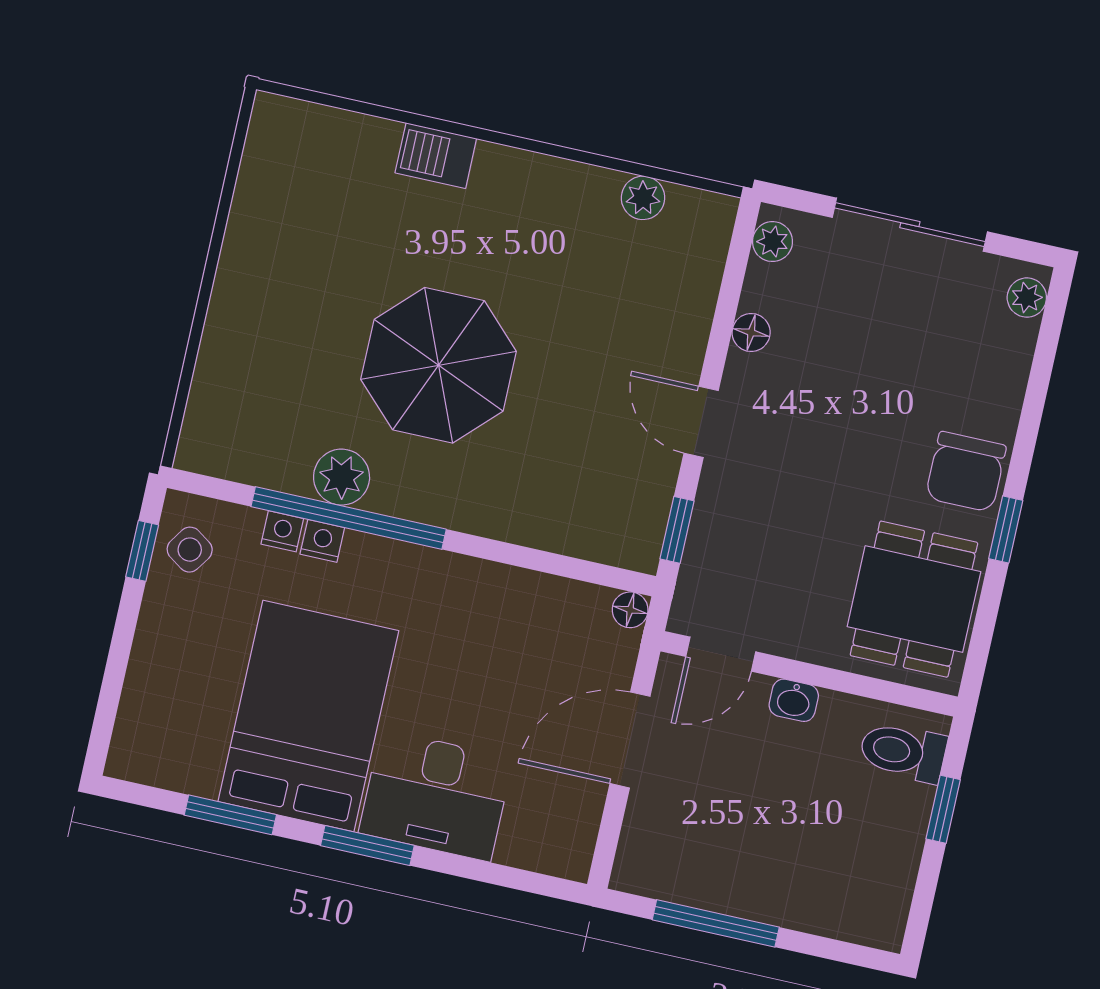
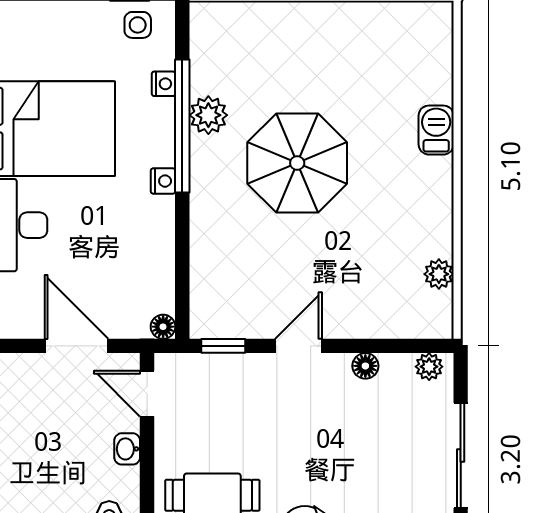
nightstand: (322, 541) -> (163, 181), moved
side table: (190, 550) -> (138, 25), turned -34

